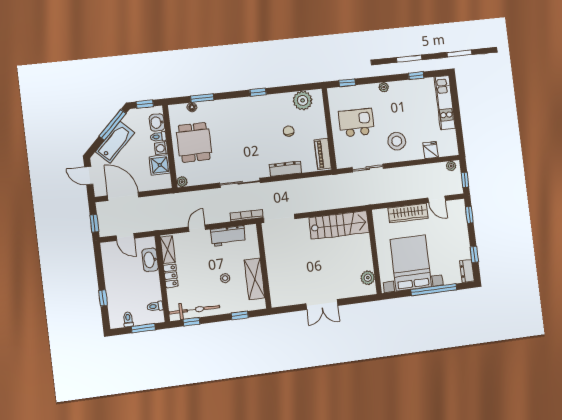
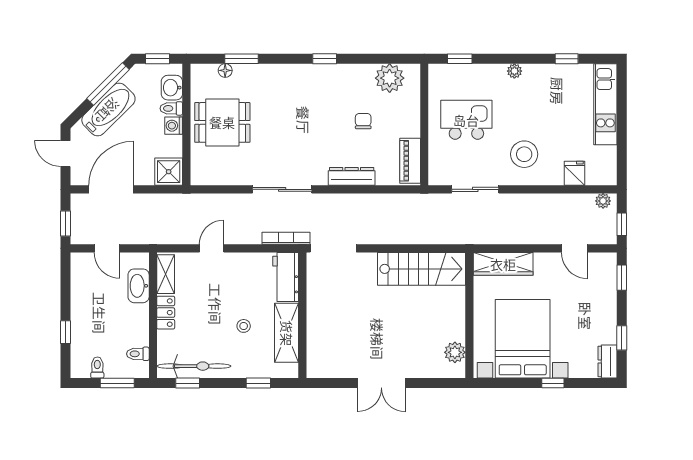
dining table: (194, 142) -> (222, 122), turned 90
shower: (160, 165) -> (169, 172), moved
plant: (182, 182) -> (198, 178), removed
door: (123, 196) -> (111, 189), hinge flipped
wardrobe: (408, 213) -> (503, 264), moved
workbench: (228, 236) -> (286, 277), moved, turned 90
window: (434, 290) -> (553, 383), width x0.32

